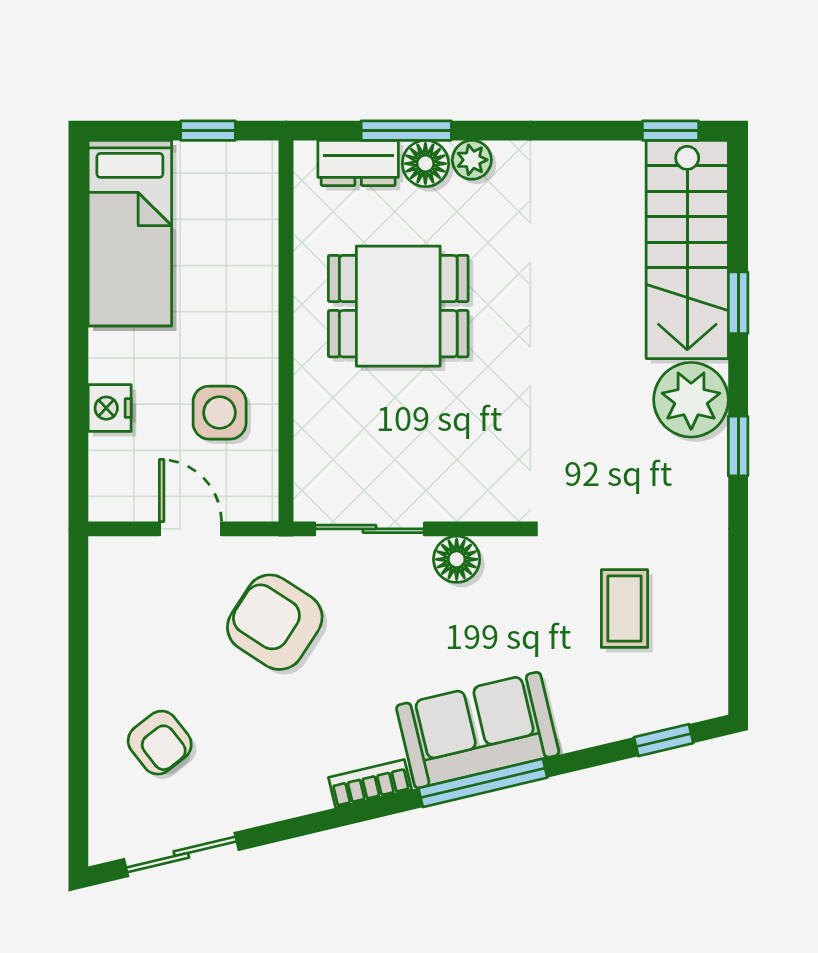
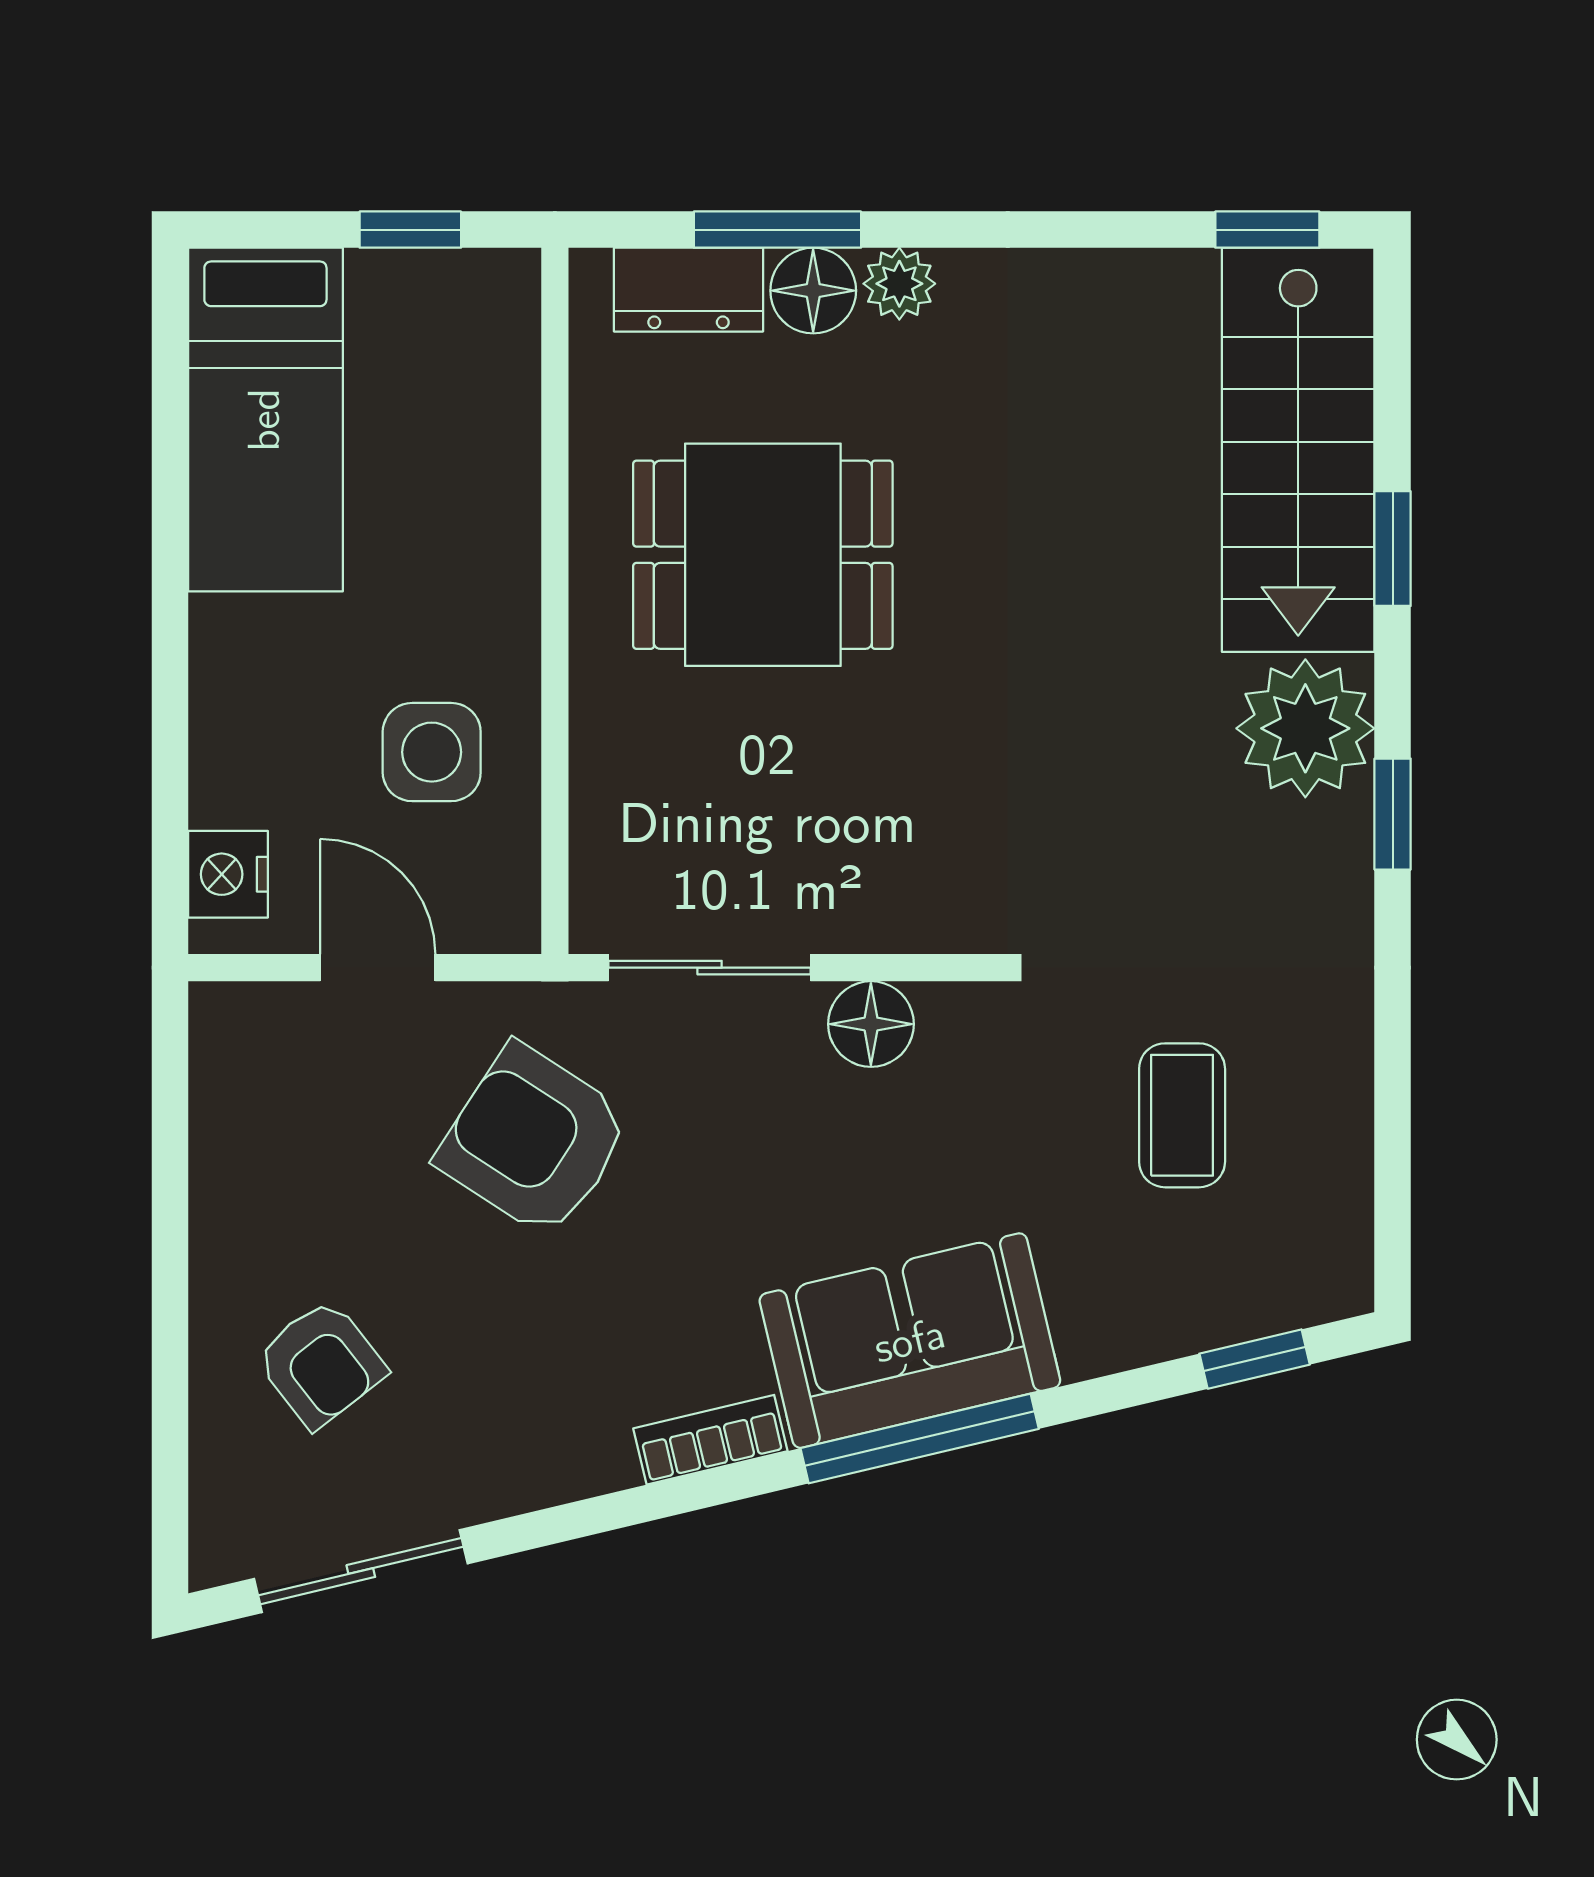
nightstand: (110, 408) -> (228, 874), moved

